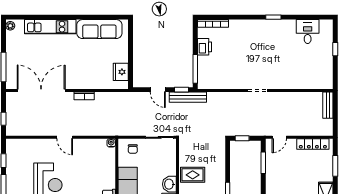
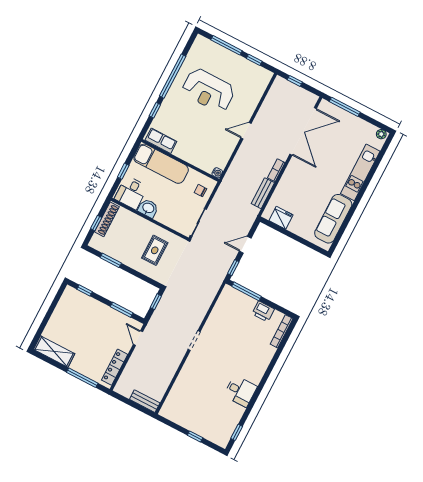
window: (273, 17) -> (237, 432), moved
desk: (308, 31) -> (240, 391), moved
bench: (188, 97) -> (263, 193), moved, width x0.73
window: (335, 166) -> (82, 378), width x1.44
rug: (193, 175) -> (155, 250), moved

